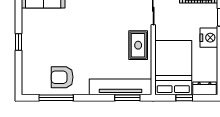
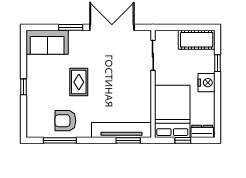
rug: (138, 45) -> (79, 82), moved

